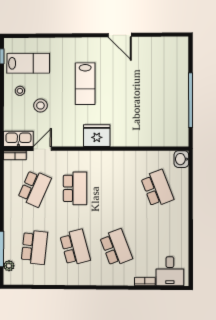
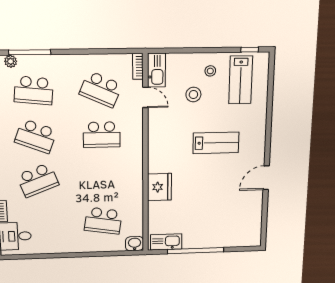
lab bench: (85, 84) -> (216, 143), turned 180
kitchen sink: (181, 129) -> (166, 242), added
fridge: (97, 136) -> (159, 187), moved
school desk: (157, 188) -> (103, 221), turned 30
school desk: (75, 247) -> (36, 136), turned 36

